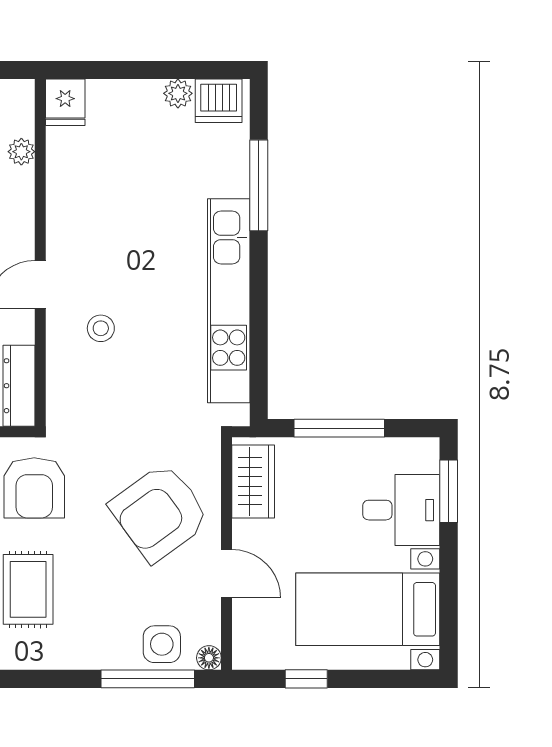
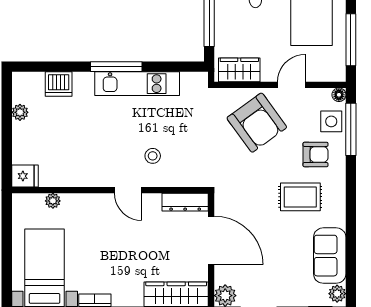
dishwasher: (219, 101) -> (59, 84), moved, turned 90
window: (259, 185) -> (116, 67), moved
kitchen unit: (229, 301) -> (137, 84), width x0.73
armchair: (34, 488) -> (316, 154), moved, width x0.72, depth x0.72
window: (306, 679) -> (351, 40), width x2.17

